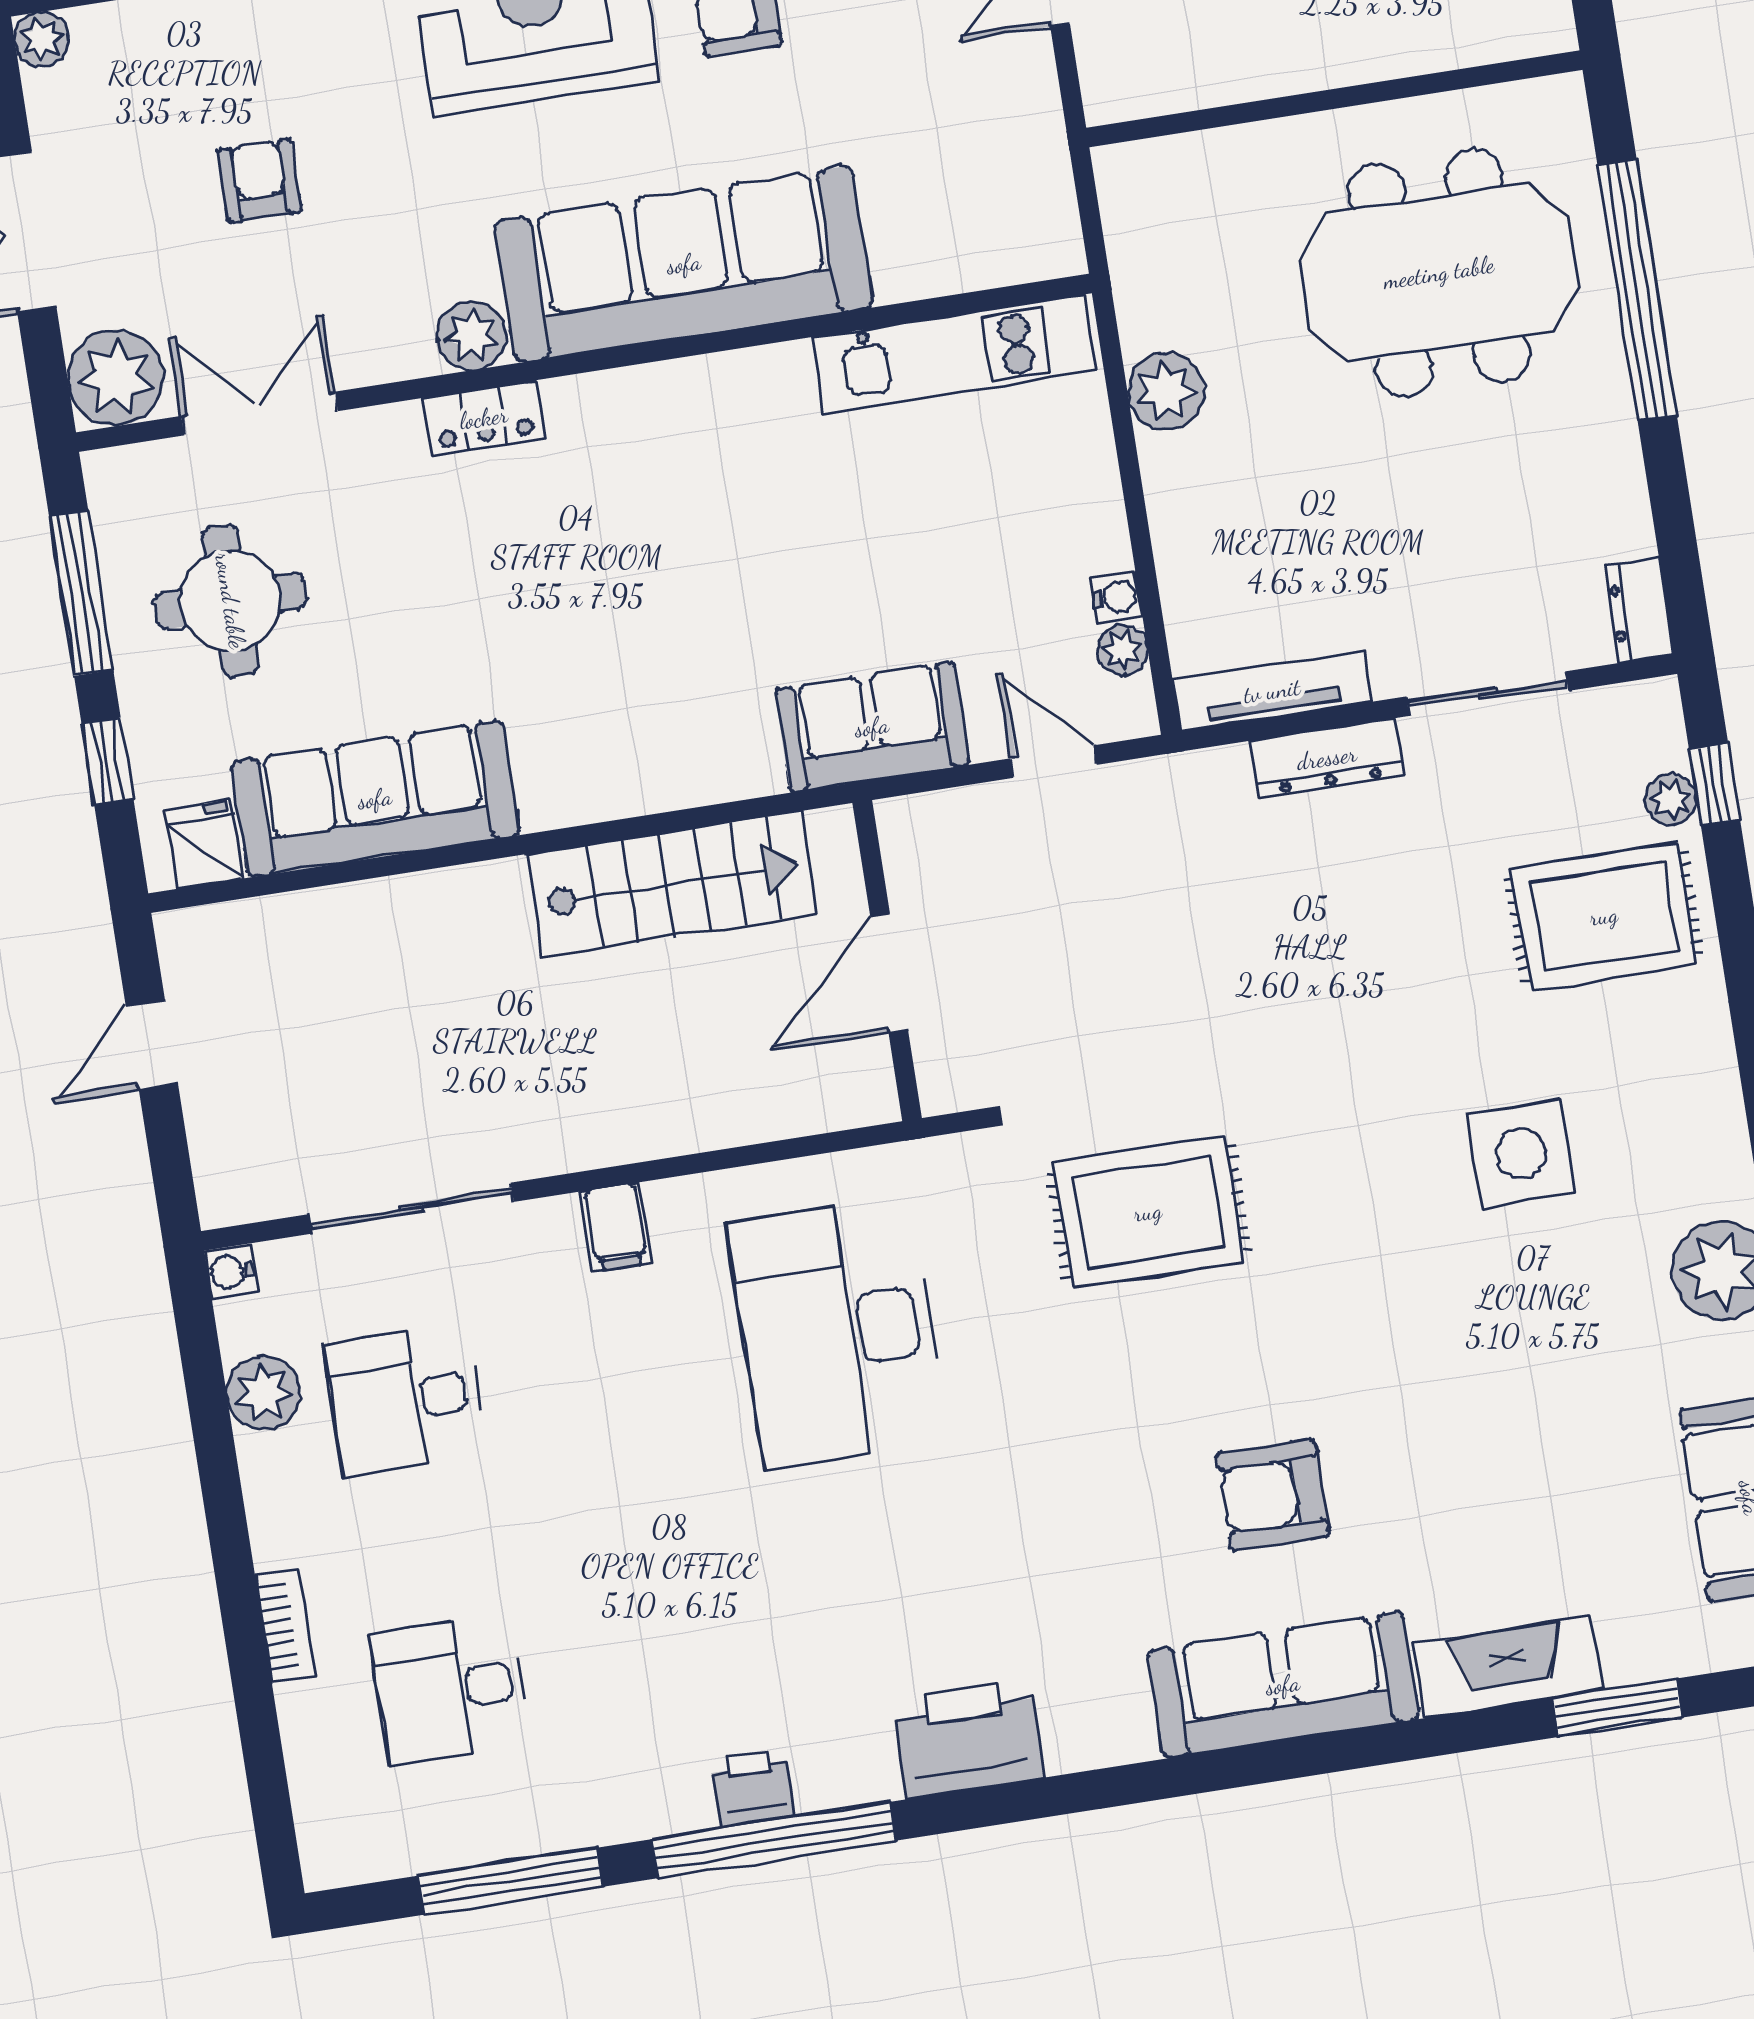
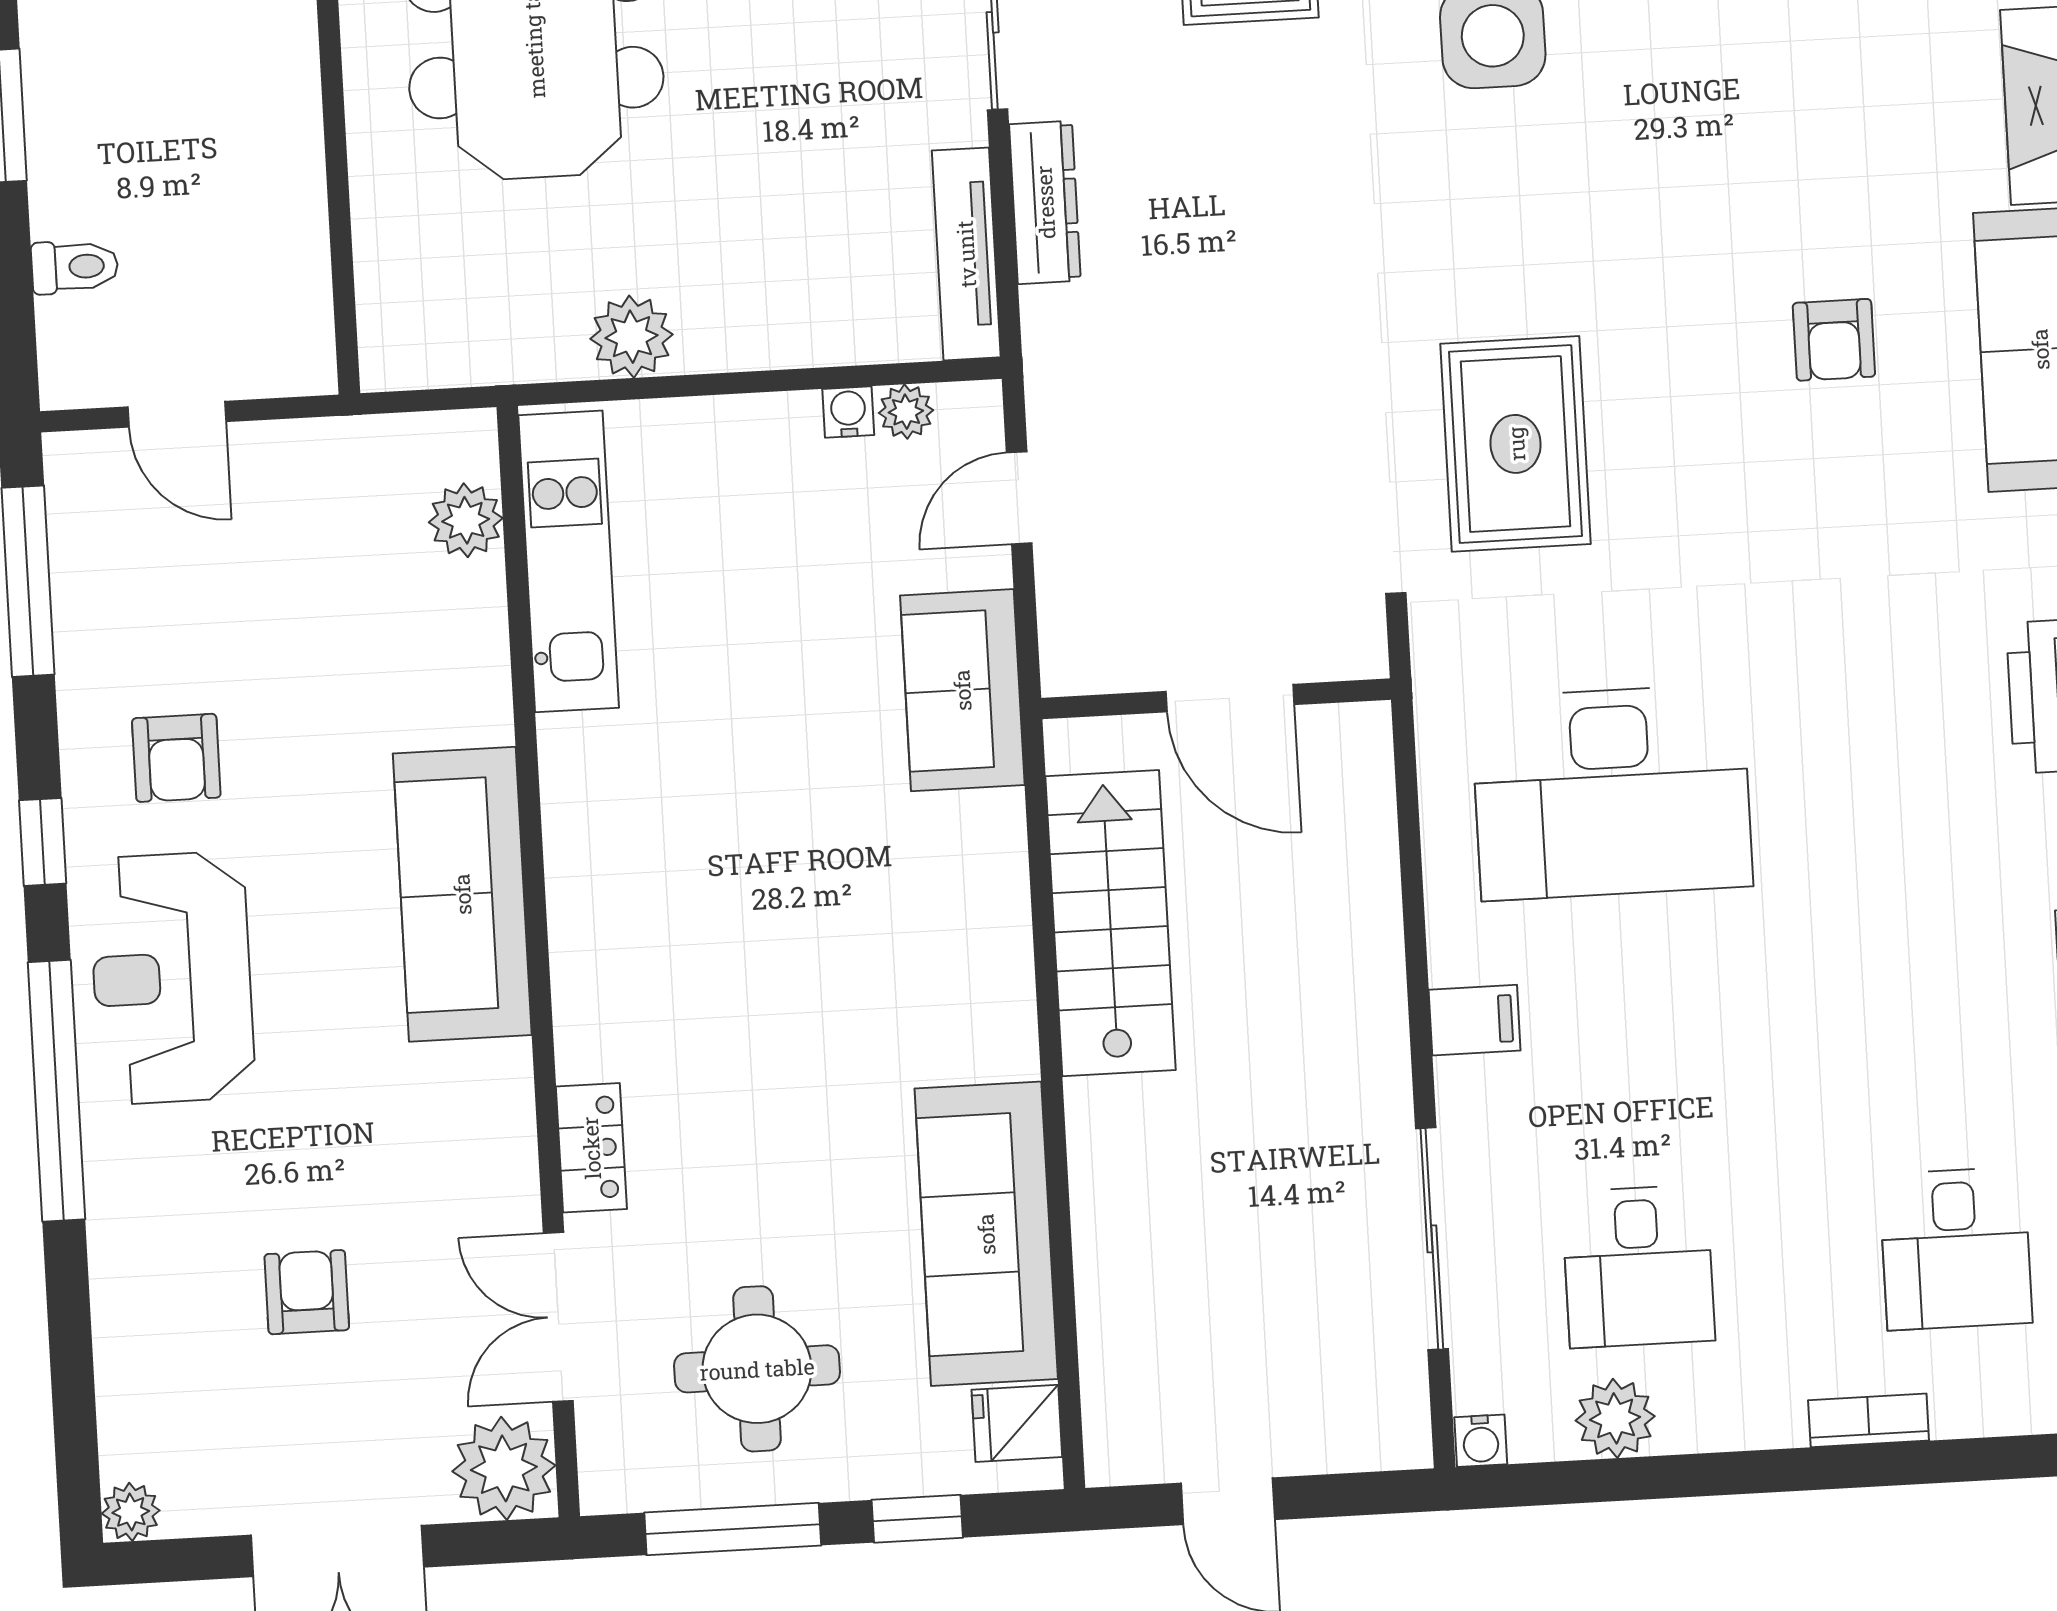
armchair: (260, 181) -> (307, 1292), turned 90
sofa: (684, 264) -> (462, 894), width x0.74, depth x0.79
plant: (472, 336) -> (466, 520), moved
locker: (484, 418) -> (591, 1148), moved
armchair: (1273, 1495) -> (1834, 340), width x0.72, depth x0.72

